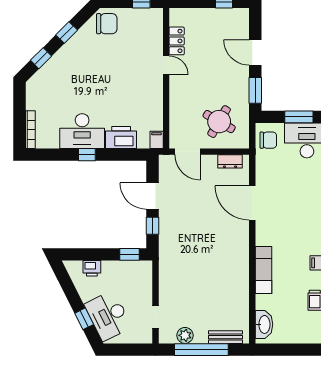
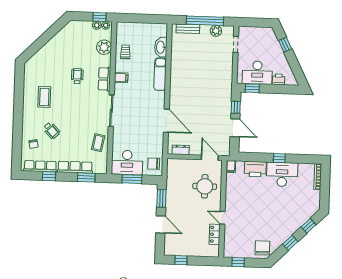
chair: (107, 24) -> (262, 248), turned 90
round table: (219, 122) -> (205, 186), moved, turned -30
desk: (108, 316) -> (257, 73), moved, turned 117
washbasin: (264, 324) -> (161, 47), moved

